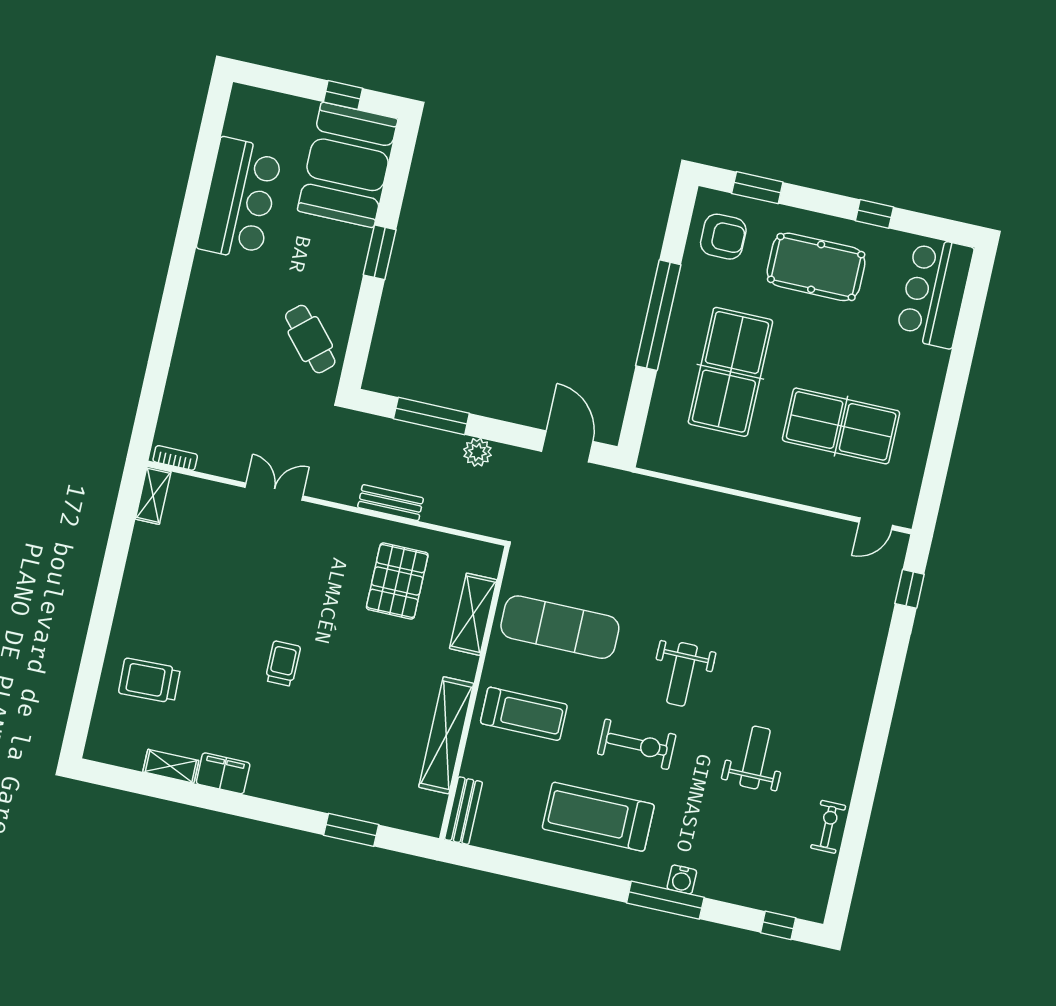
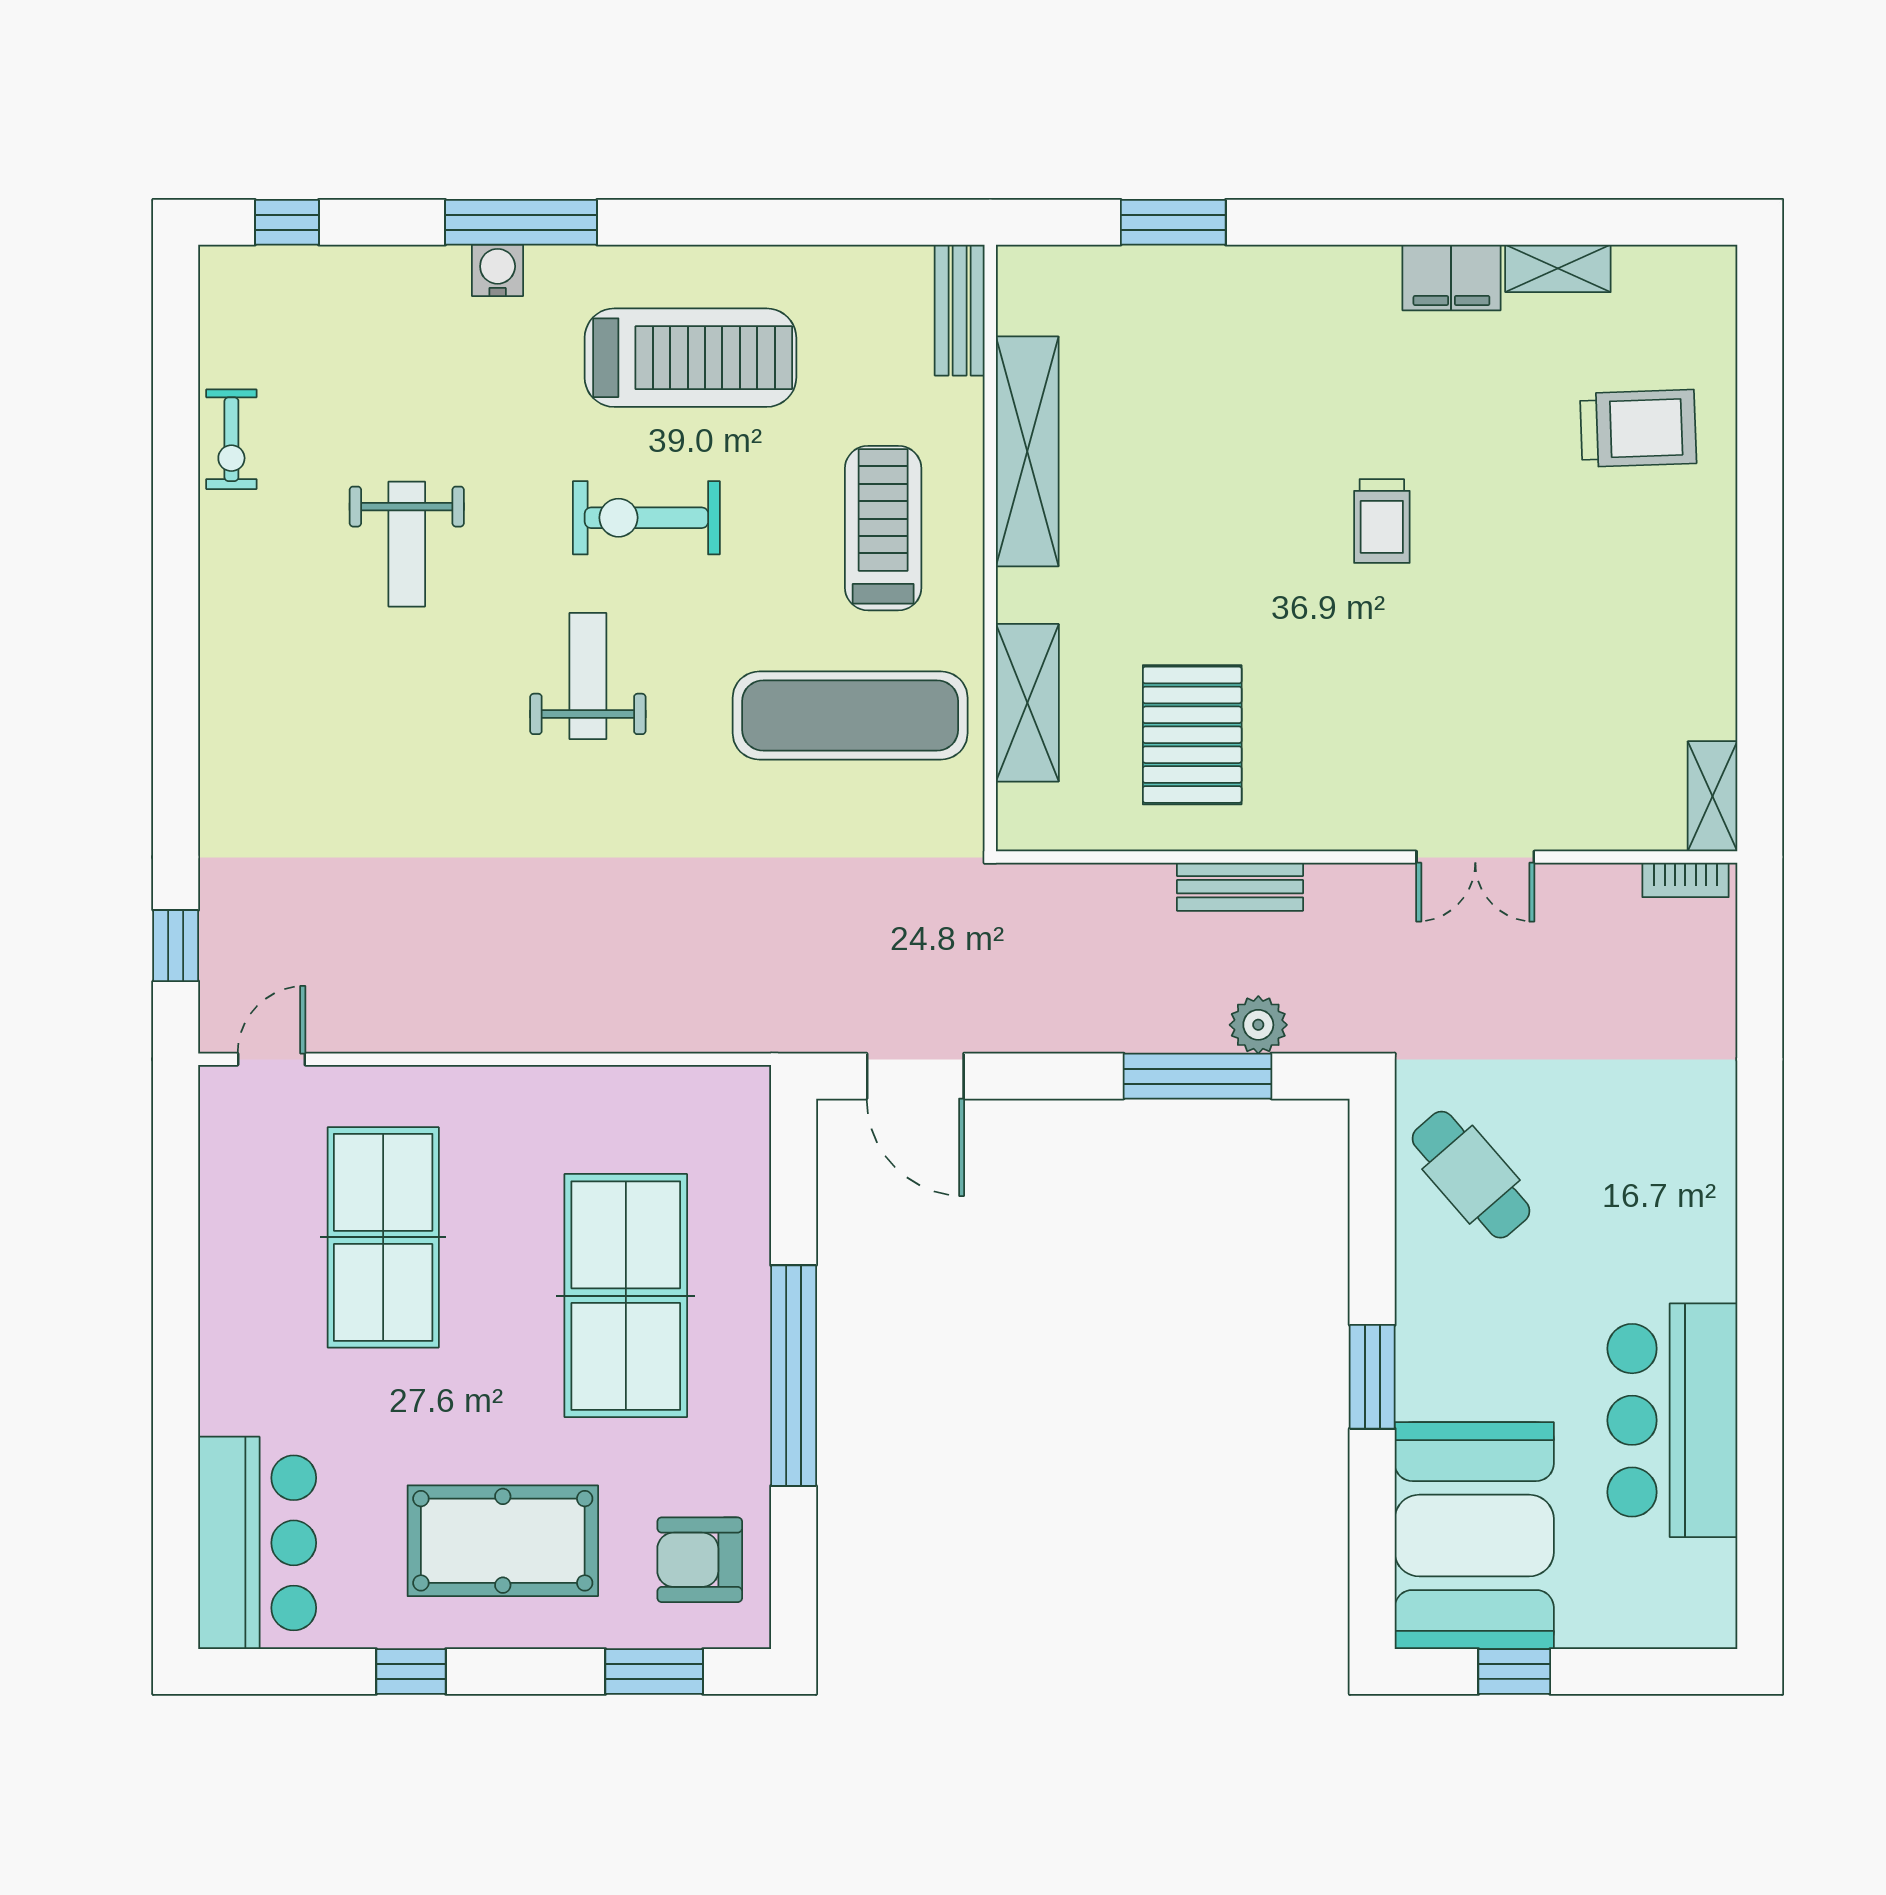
table tennis table: (841, 426) -> (383, 1237), turned 90
plant: (477, 452) -> (1258, 1025), moved
treadmill: (524, 714) -> (883, 528), turned 90

